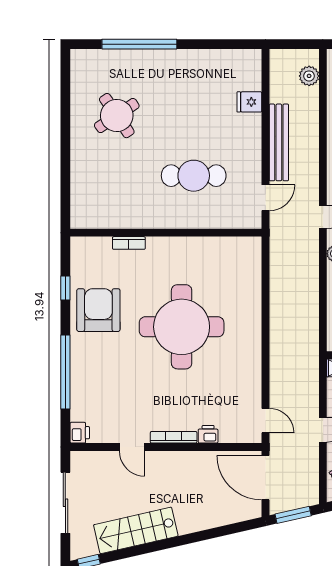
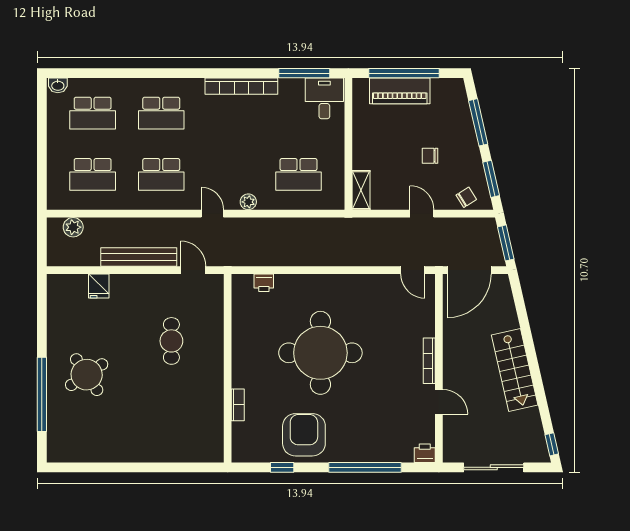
round table: (117, 116) -> (87, 375), moved
cafe table: (194, 176) -> (171, 341), width x0.73, depth x0.74
armchair: (98, 310) -> (304, 435), turned 90
door: (265, 421) -> (413, 270), swing flipped
printer: (208, 434) -> (264, 283), moved, turned -90
door: (132, 447) -> (439, 402), hinge flipped
stairs: (136, 530) -> (515, 370), moved

